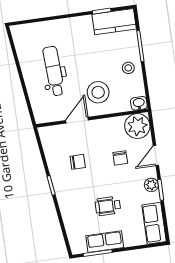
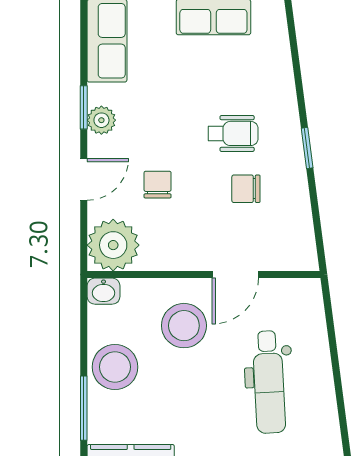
stool: (128, 68) -> (115, 367), width x1.89, depth x1.89
wheelchair: (108, 206) -> (233, 133), moved

